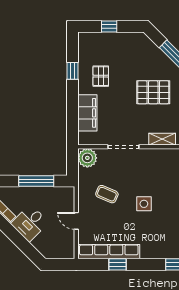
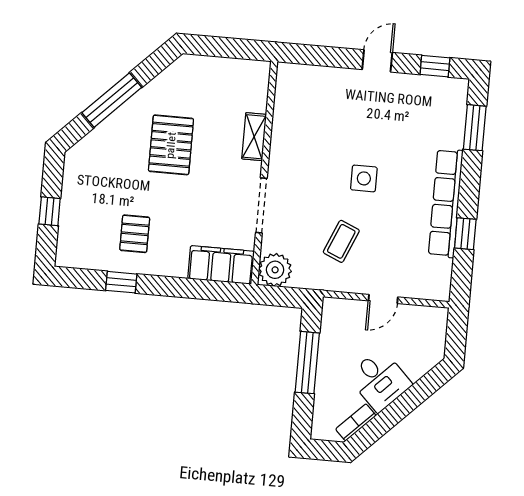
pallet: (101, 76) -> (135, 234), turned 90
filing cabinet: (87, 113) -> (221, 265), moved
row of seats: (109, 252) -> (446, 203), moved

